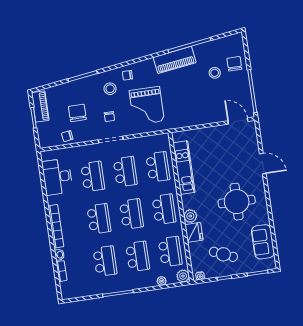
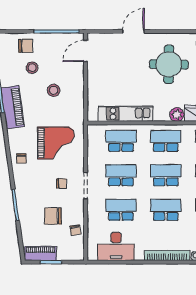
chair: (234, 64) -> (26, 46), turned 180
stool: (110, 89) -> (54, 90), moved

